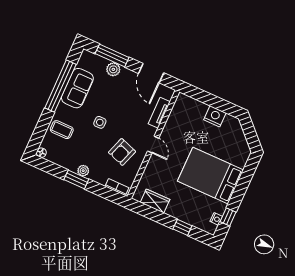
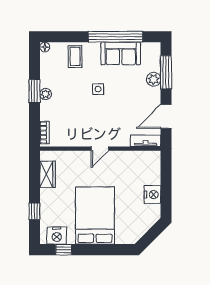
tv unit: (159, 113) -> (145, 141), moved
armchair: (122, 152) -> (80, 122), removed
nightstand: (216, 219) -> (57, 236), width x1.89, depth x1.79

